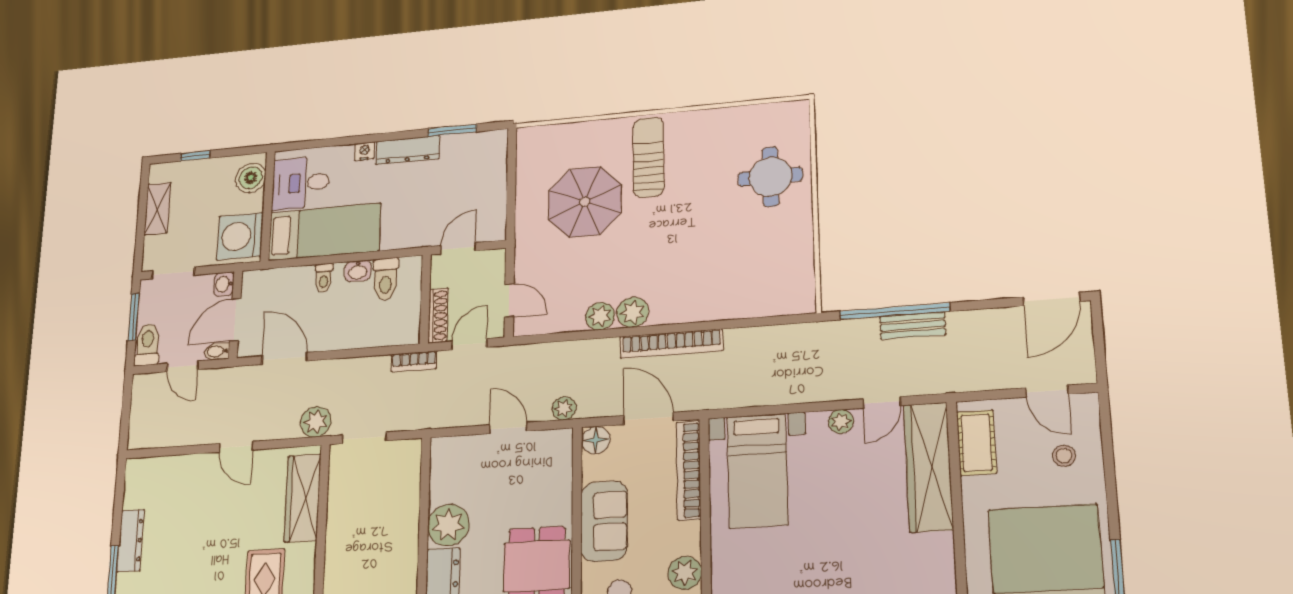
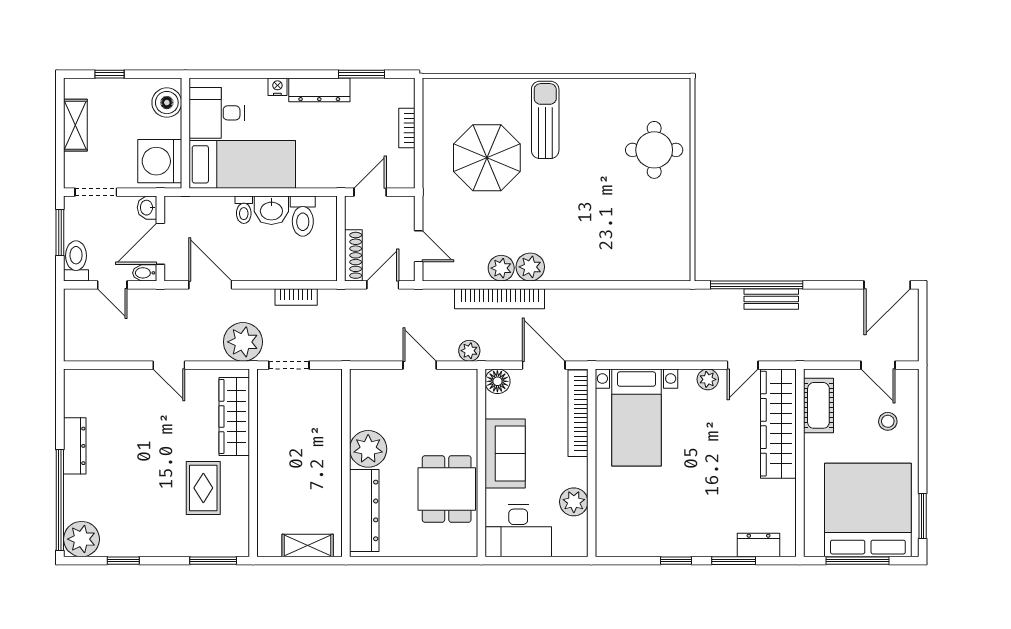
bookcase: (499, 179) -> (407, 128), added
washbasin: (358, 271) -> (271, 210), width x1.38, depth x1.45
bookcase: (671, 344) -> (500, 299), moved
bookcase: (414, 361) -> (296, 297), moved
plant: (316, 422) -> (243, 342), width x1.36, depth x1.36

